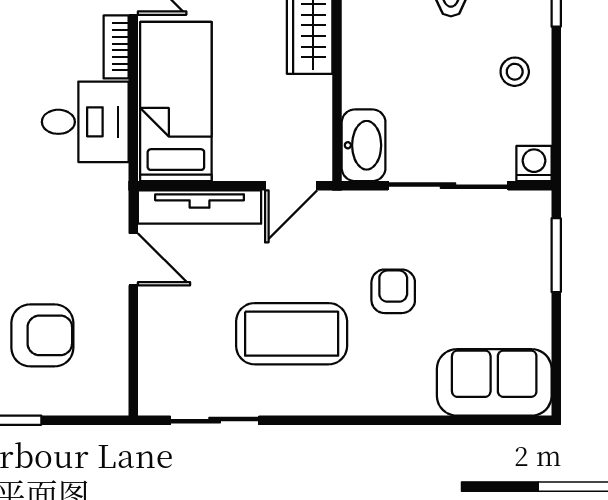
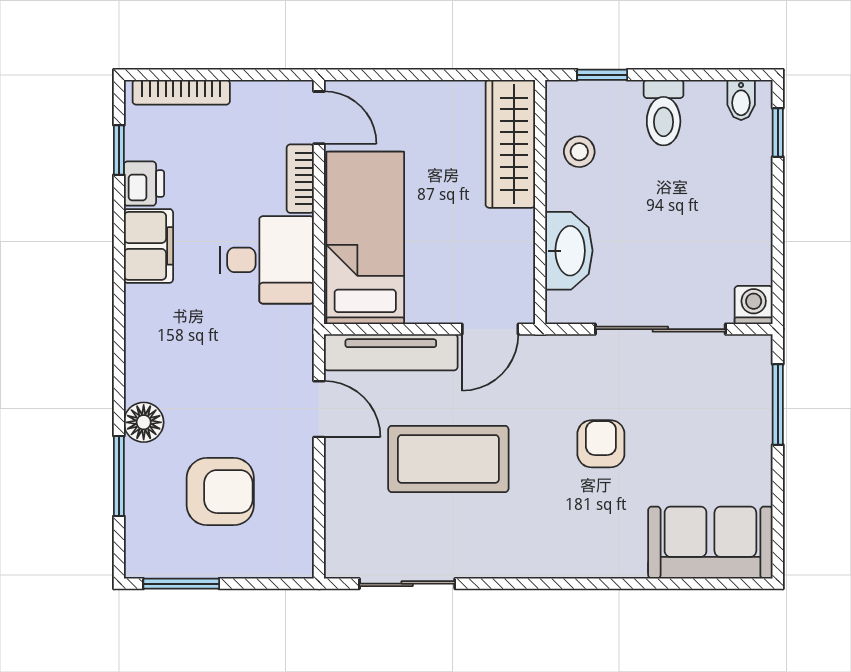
stool: (515, 72) -> (579, 152), moved
washbasin: (364, 145) -> (569, 251), moved
coffee table: (292, 334) -> (448, 459), moved

